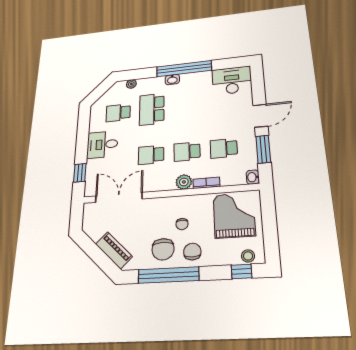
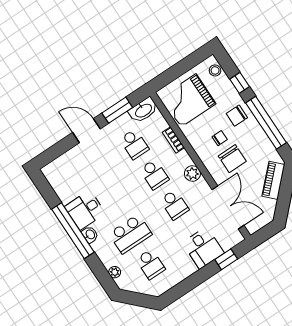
desk: (232, 80) -> (85, 210), moved, width x0.73
desk: (102, 145) -> (203, 248), moved
washbasin: (253, 177) -> (143, 110), width x1.91, depth x1.45
plant: (184, 182) -> (192, 174), moved
double door: (119, 197) -> (228, 207), swing flipped
chair: (163, 249) -> (232, 159), moved, turned 90
window: (242, 272) -> (240, 83), moved

